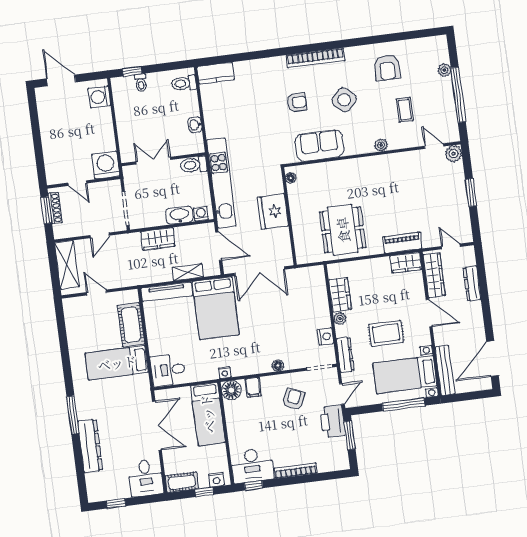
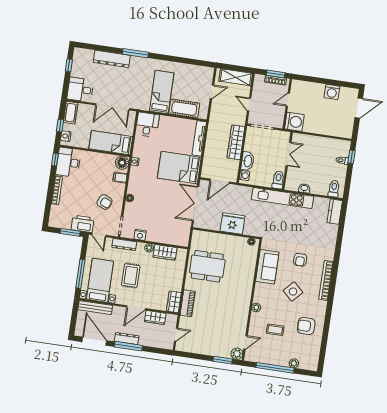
washing machine: (99, 97) -> (332, 92), moved, turned 180
kitchen unit: (221, 183) -> (283, 198), moved
window: (471, 192) -> (223, 360), moved
wardrobe: (158, 239) -> (236, 142), width x1.50
shelving: (188, 272) -> (208, 156), removed
wardrobe: (434, 275) -> (155, 318), width x0.67
dresser: (472, 283) -> (127, 339), moved
window: (486, 309) -> (128, 346), added

